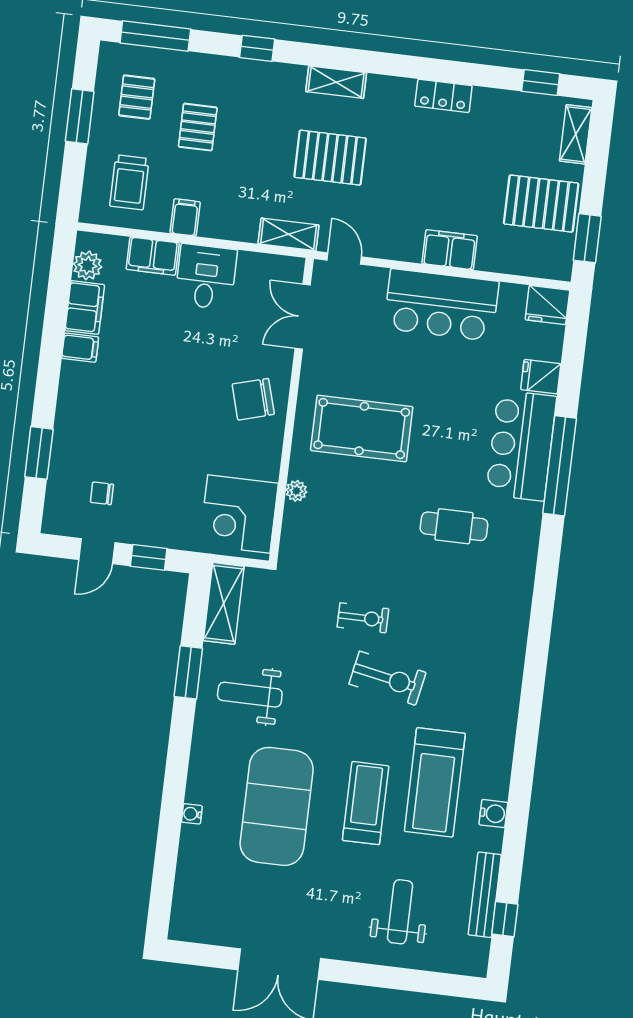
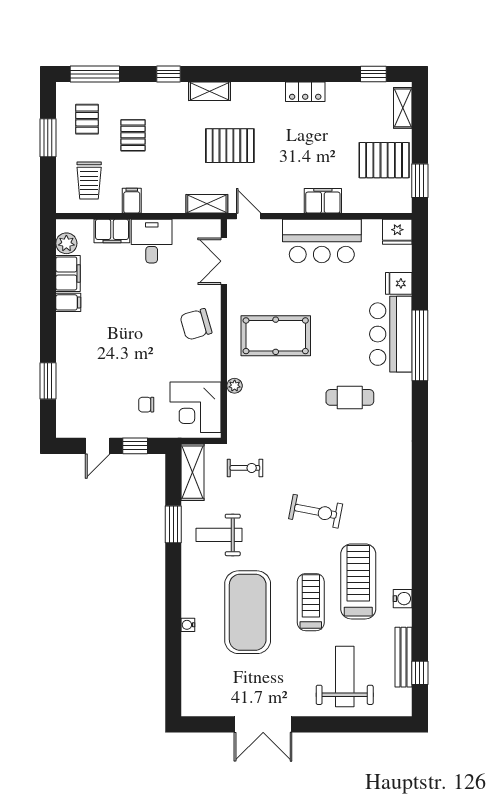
shelving: (336, 82) -> (209, 91), moved
chair: (102, 493) -> (146, 405), moved
exercise bike: (363, 618) -> (245, 468), moved
treadmill: (435, 782) -> (358, 581), turned 180
weight bench: (400, 912) -> (345, 677), width x1.36, depth x1.33

